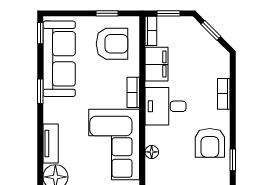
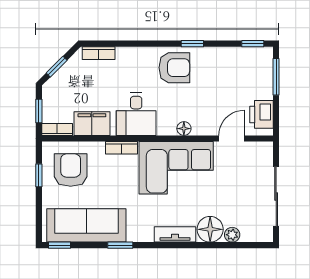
bookcase: (224, 94) -> (99, 53), moved

